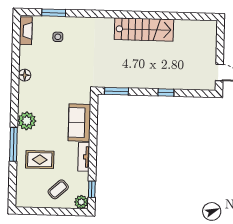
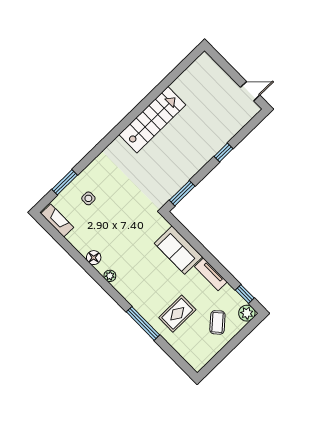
plant: (27, 121) -> (110, 276), moved, width x0.53, depth x0.53

